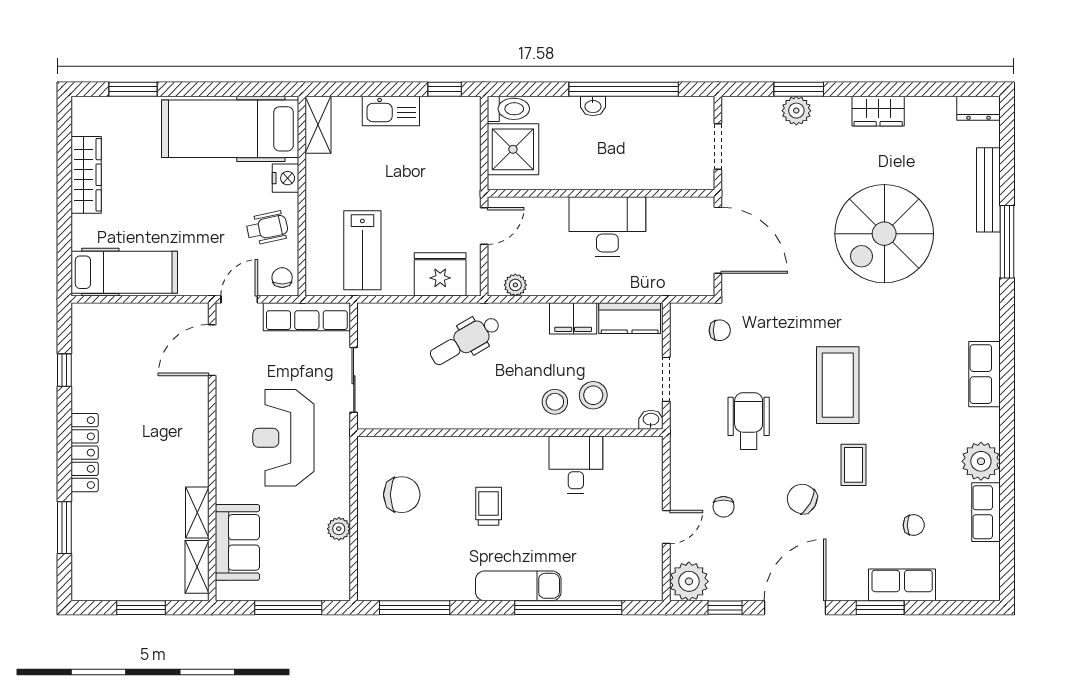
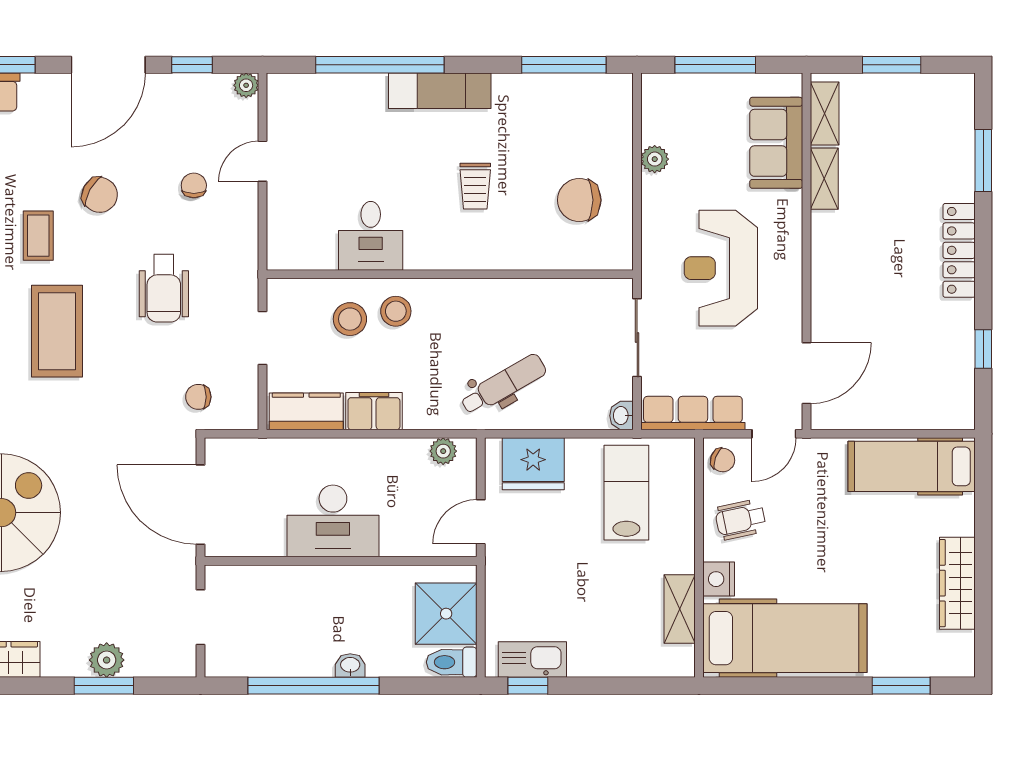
kitchen sink: (391, 111) -> (532, 660), moved
shelving: (318, 125) -> (680, 609), moved
chair: (282, 278) -> (723, 460), turned -70
washbasin: (651, 420) -> (622, 416), moved, turned 90
reception desk: (283, 438) -> (721, 268), turned 180
plant: (689, 581) -> (246, 85), width x0.53, depth x0.53

